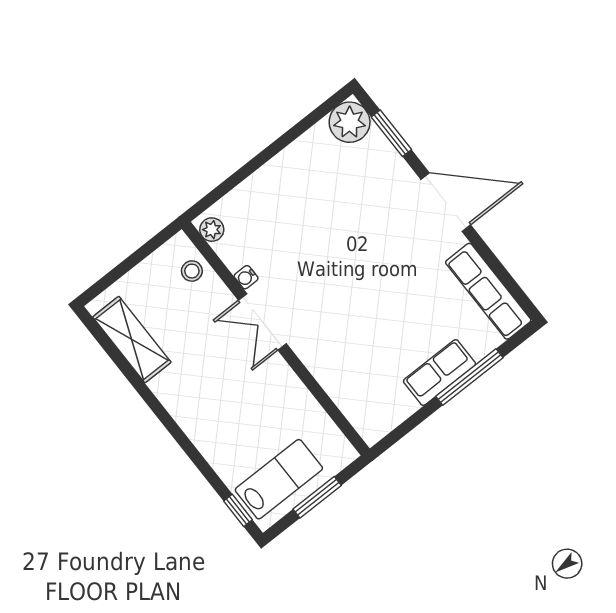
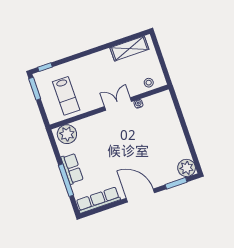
door: (446, 202) -> (140, 196), swing flipped
plant: (212, 230) -> (67, 134), moved, width x1.88, depth x1.88
lab bench: (279, 479) -> (66, 96), moved
window: (317, 497) -> (35, 89), moved

